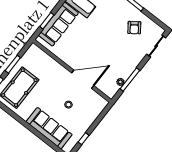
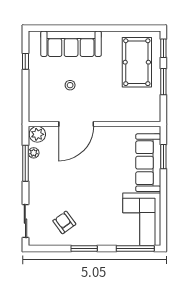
plant: (110, 91) -> (37, 134), added

